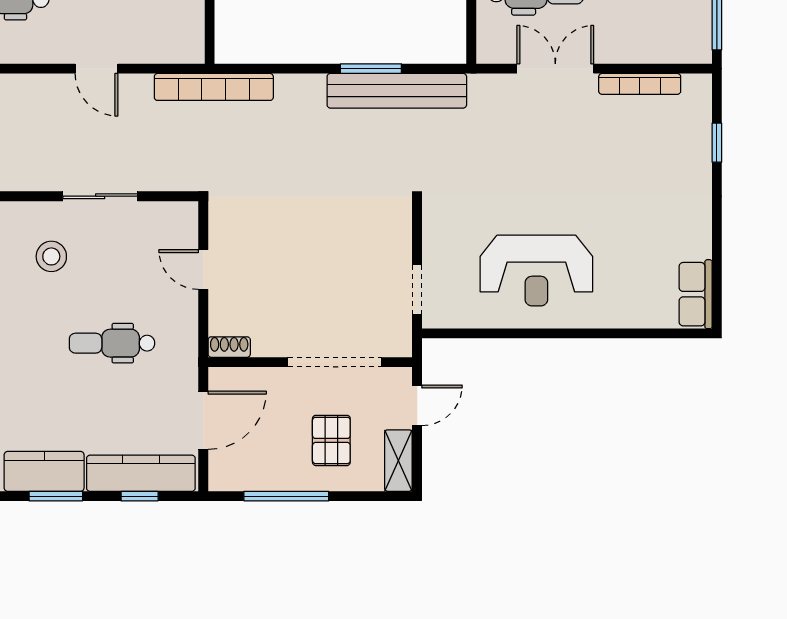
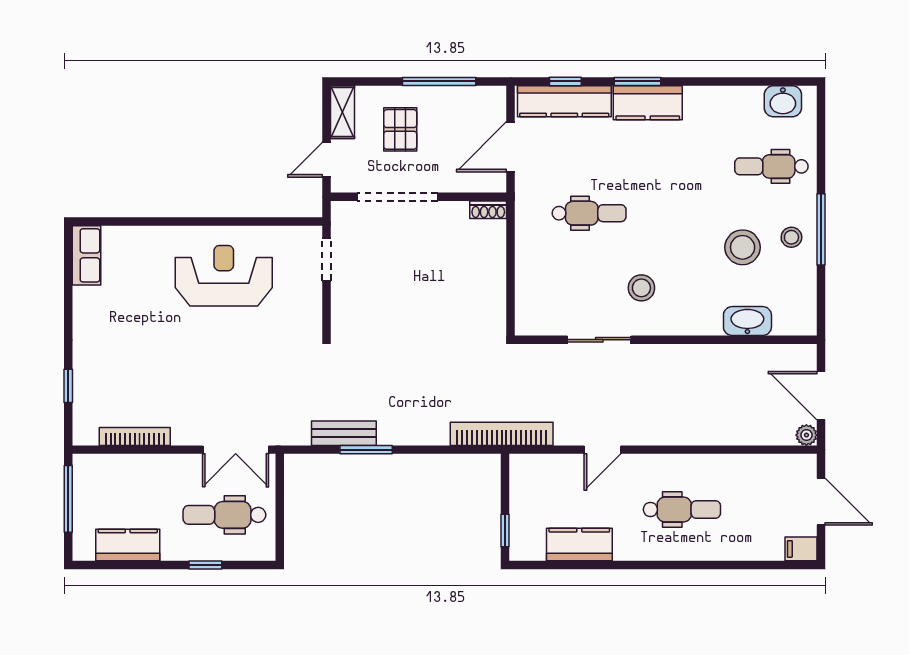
door: (96, 69) -> (603, 450), swing flipped
double door: (555, 69) -> (236, 450), moved
bench: (397, 91) -> (344, 433), width x0.54, depth x0.82
door: (203, 269) -> (511, 277), removed

